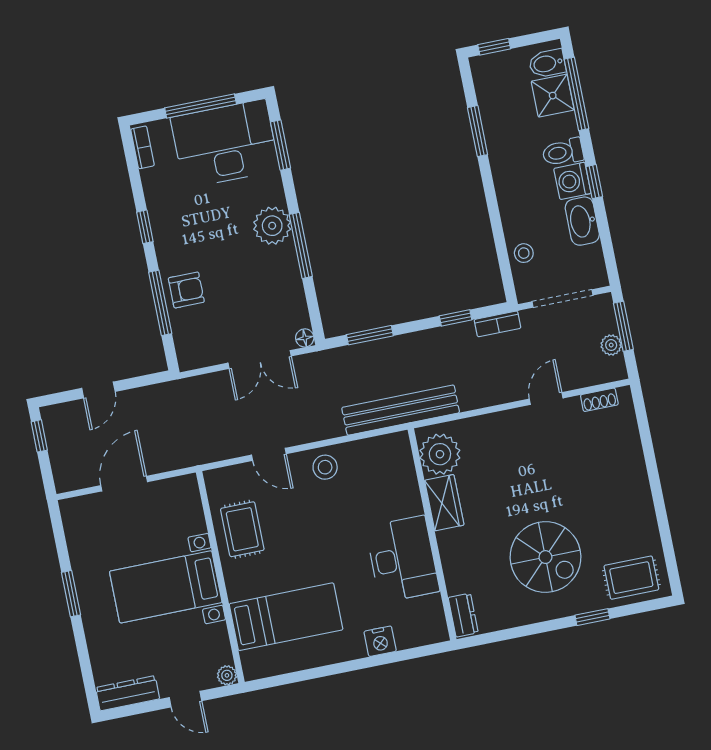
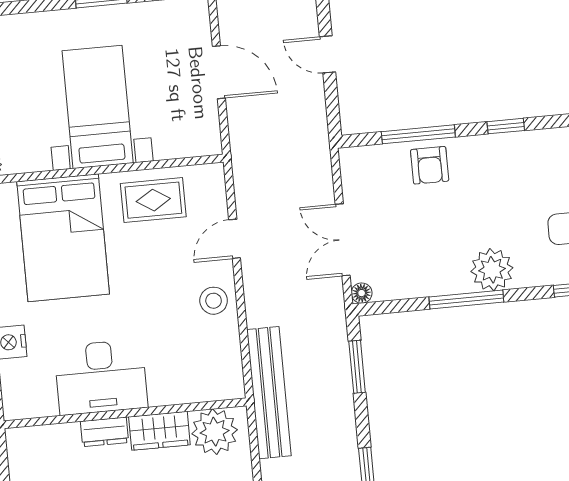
dresser: (463, 615) -> (105, 432), moved
bed: (286, 617) -> (63, 238), width x1.50

